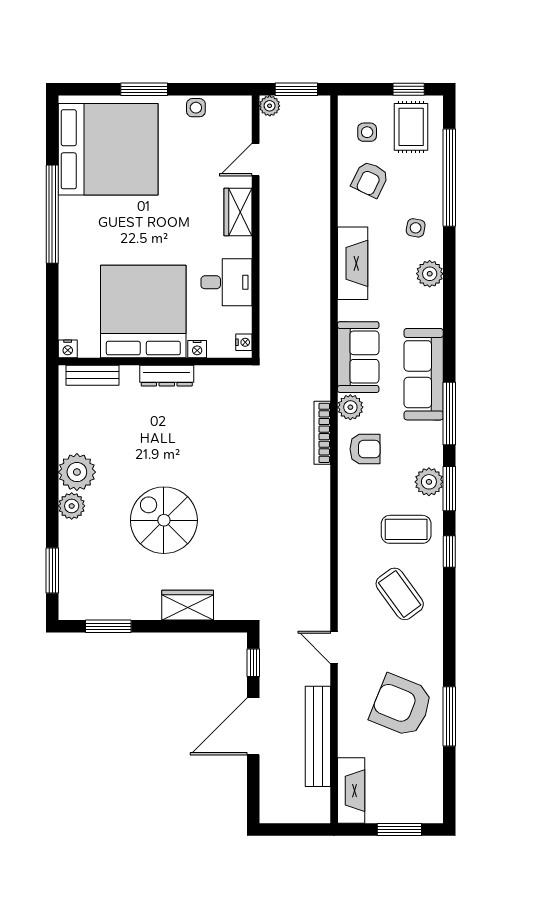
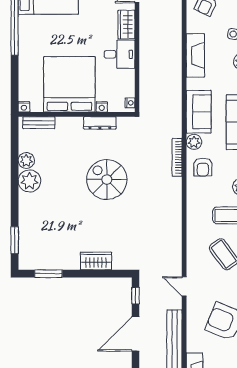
desk: (226, 282) -> (119, 54), moved
dresser: (167, 376) -> (100, 123), moved
armchair: (365, 449) -> (203, 167), turned 90
plant: (72, 506) -> (26, 161), moved
spiral stairs: (164, 520) -> (107, 180), moved

